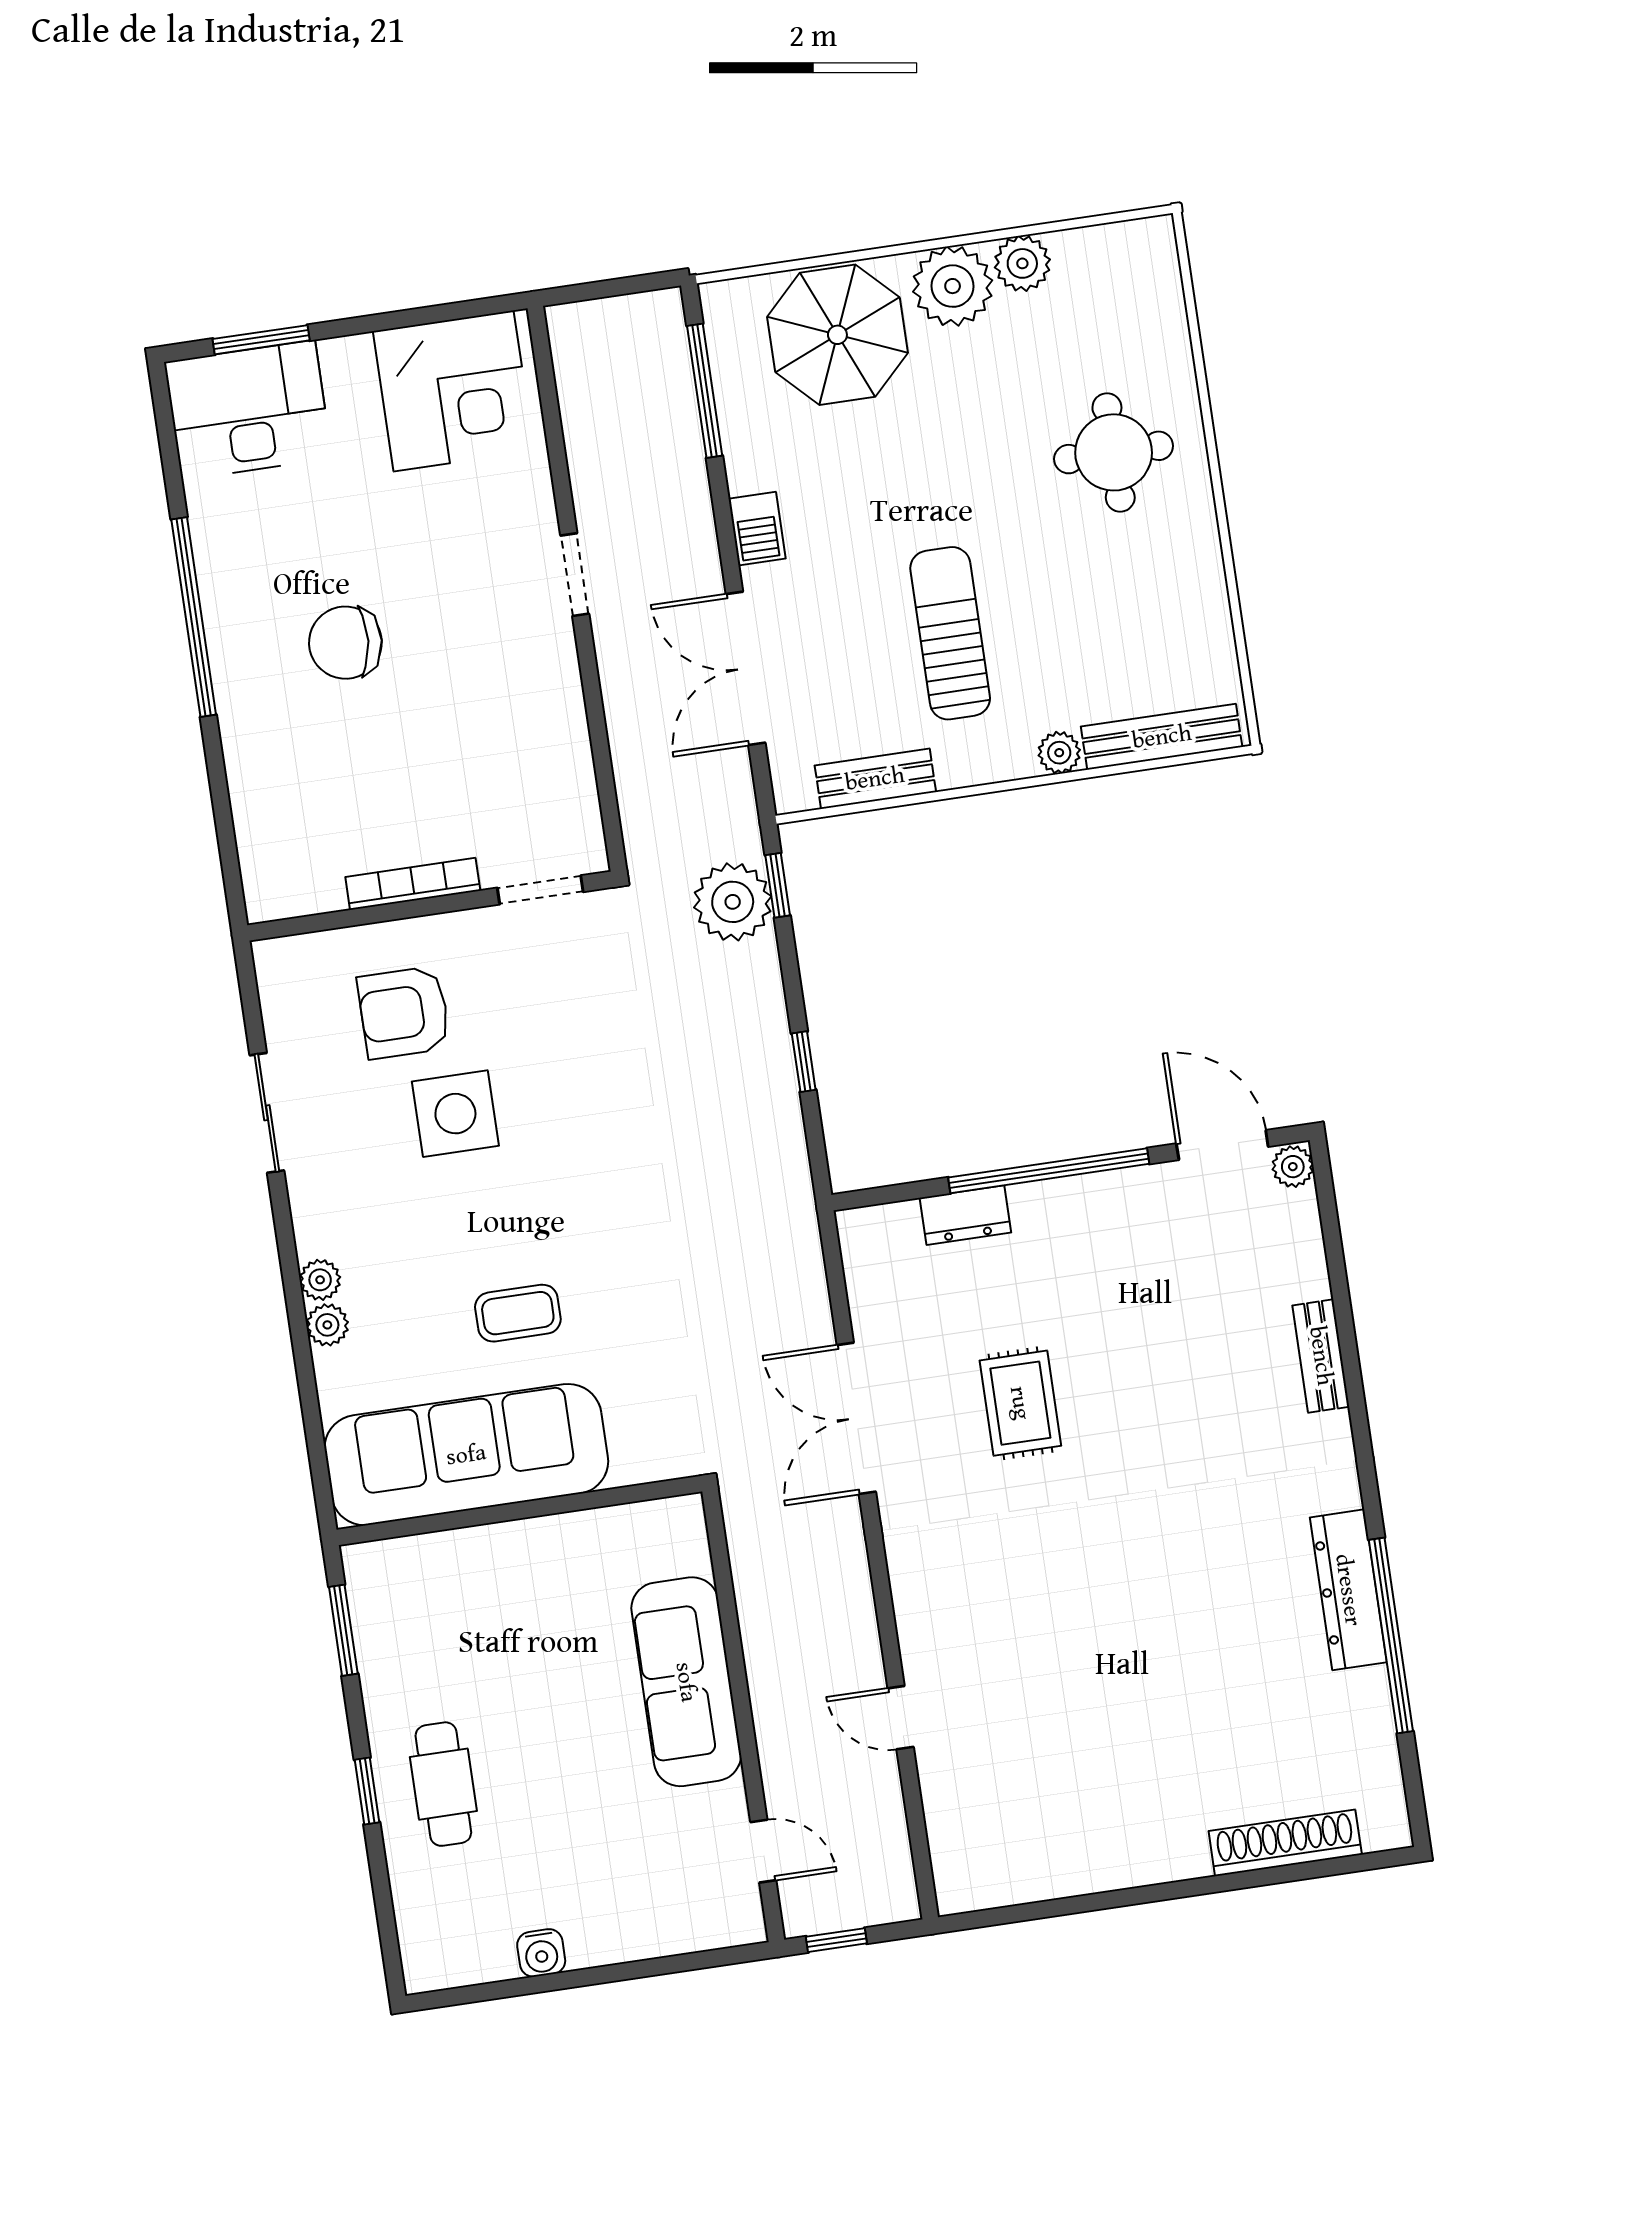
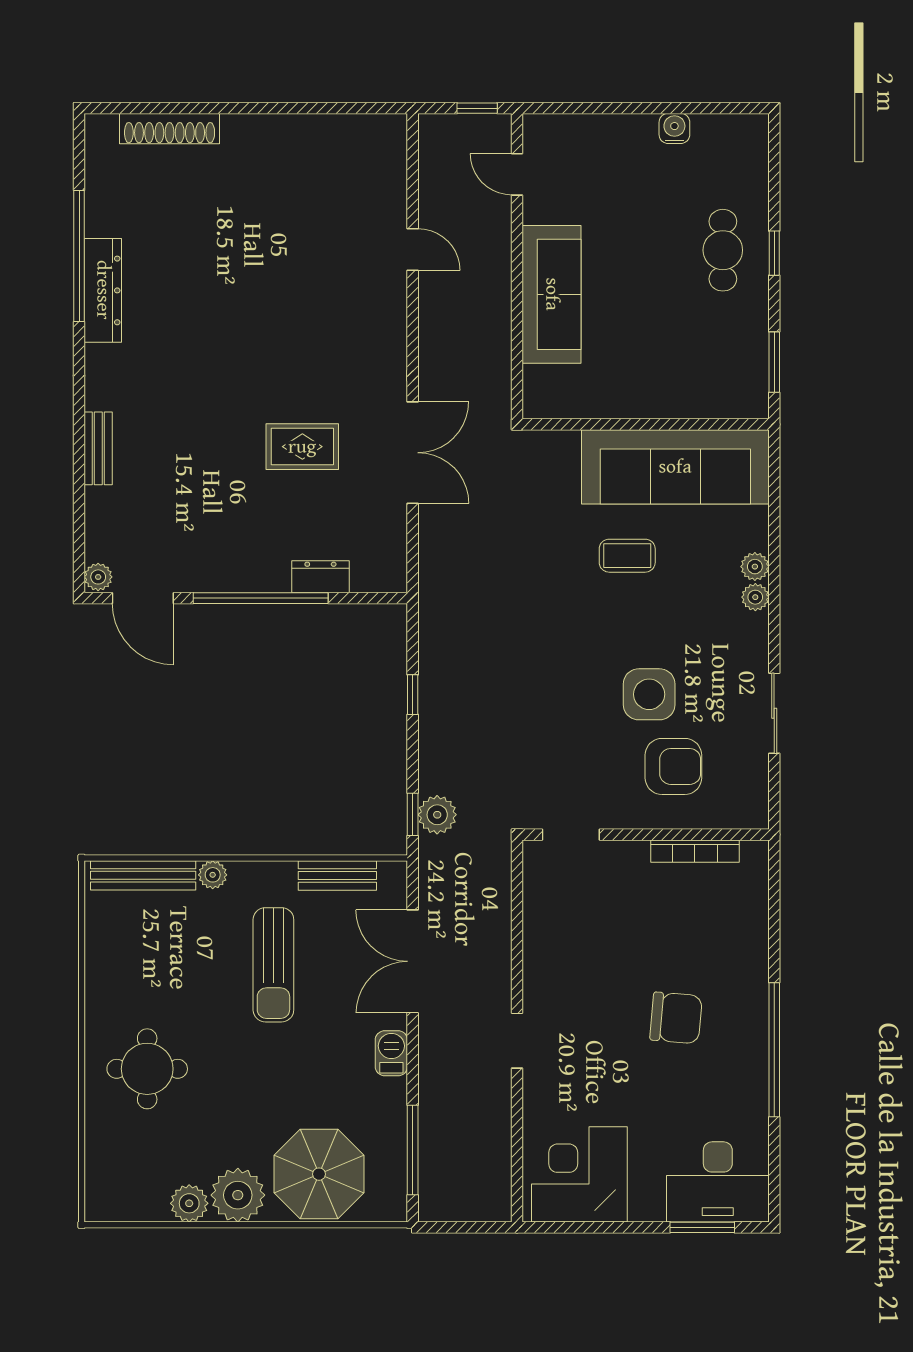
double door: (746, 668) -> (413, 961), swing flipped
bookcase: (413, 884) -> (695, 851), moved
plant: (733, 902) -> (437, 815), width x0.73, depth x0.73
rug: (1020, 1403) -> (302, 447), turned 90

